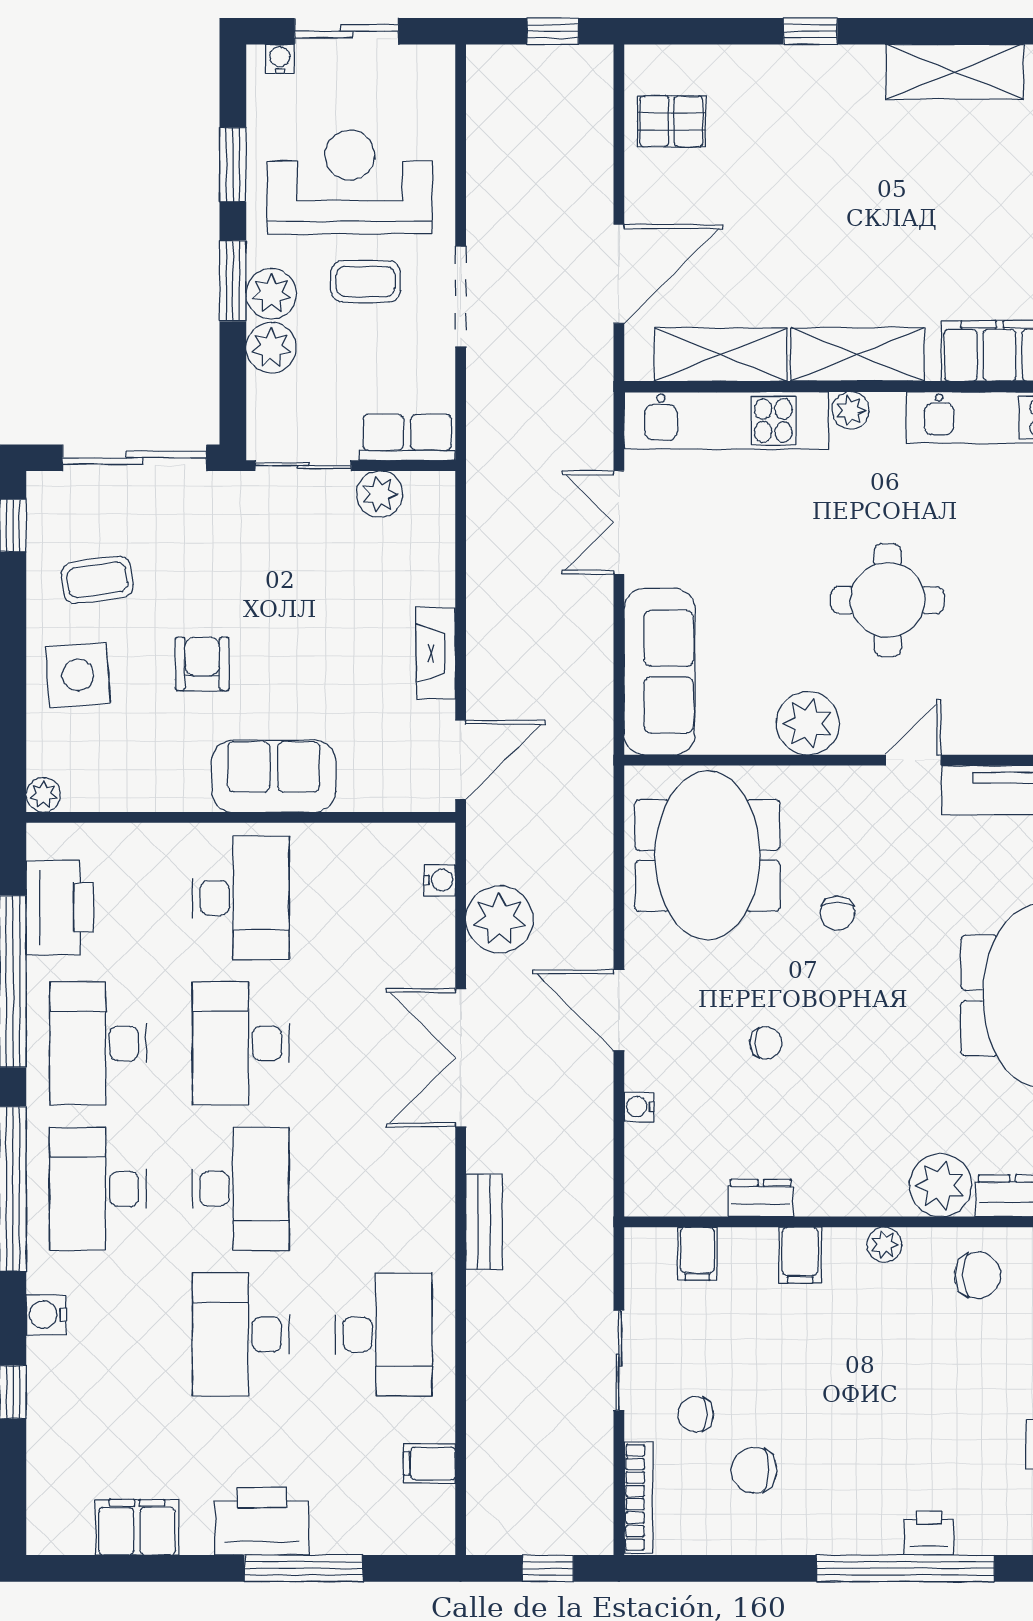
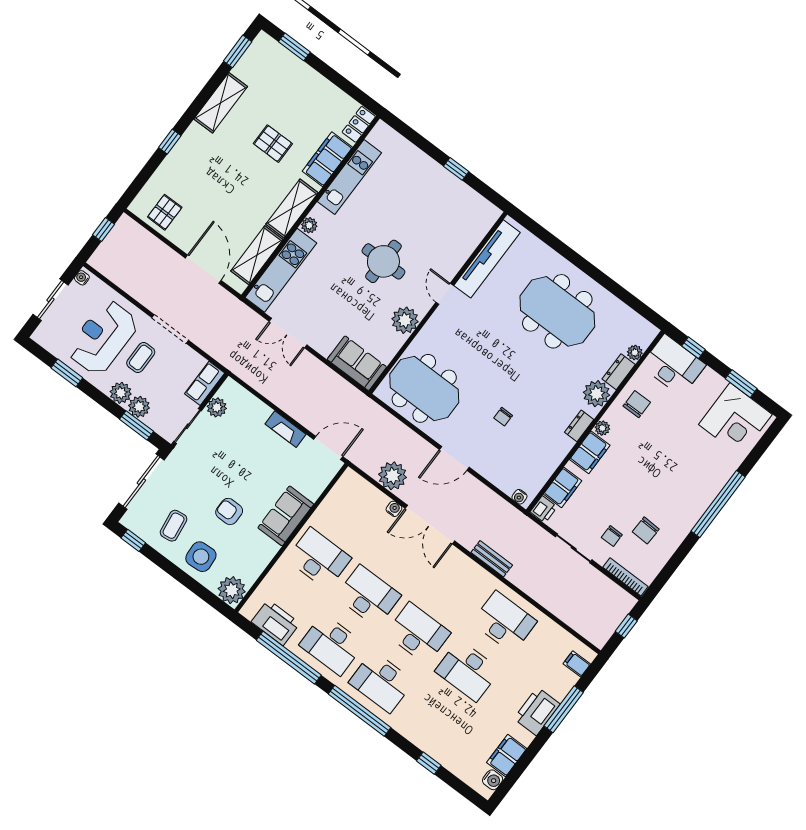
water cooler: (280, 59) -> (82, 278), moved
pallet: (952, 227) -> (273, 144), added
window: (233, 281) -> (137, 425), moved
sofa: (660, 672) -> (357, 363), width x0.73
door: (461, 760) -> (328, 448), hinge flipped
plant: (43, 795) -> (232, 590), width x1.87, depth x1.87
water cooler: (440, 880) -> (394, 509), moved
chair: (837, 913) -> (477, 359), removed
desk: (241, 1043) -> (368, 596), turned 180
chair: (766, 1043) -> (503, 417), turned 180
water cooler: (639, 1107) -> (519, 497), moved
dresser: (761, 1198) -> (579, 426), moved
filing cabinet: (697, 1254) -> (563, 487), width x2.00
filing cabinet: (800, 1255) -> (590, 452), width x2.00
water cooler: (46, 1315) -> (493, 780), moved, turned -90
filing cabinet: (429, 1464) -> (577, 664), moved, turned 90
printer: (929, 1533) -> (544, 509), moved, turned 180

